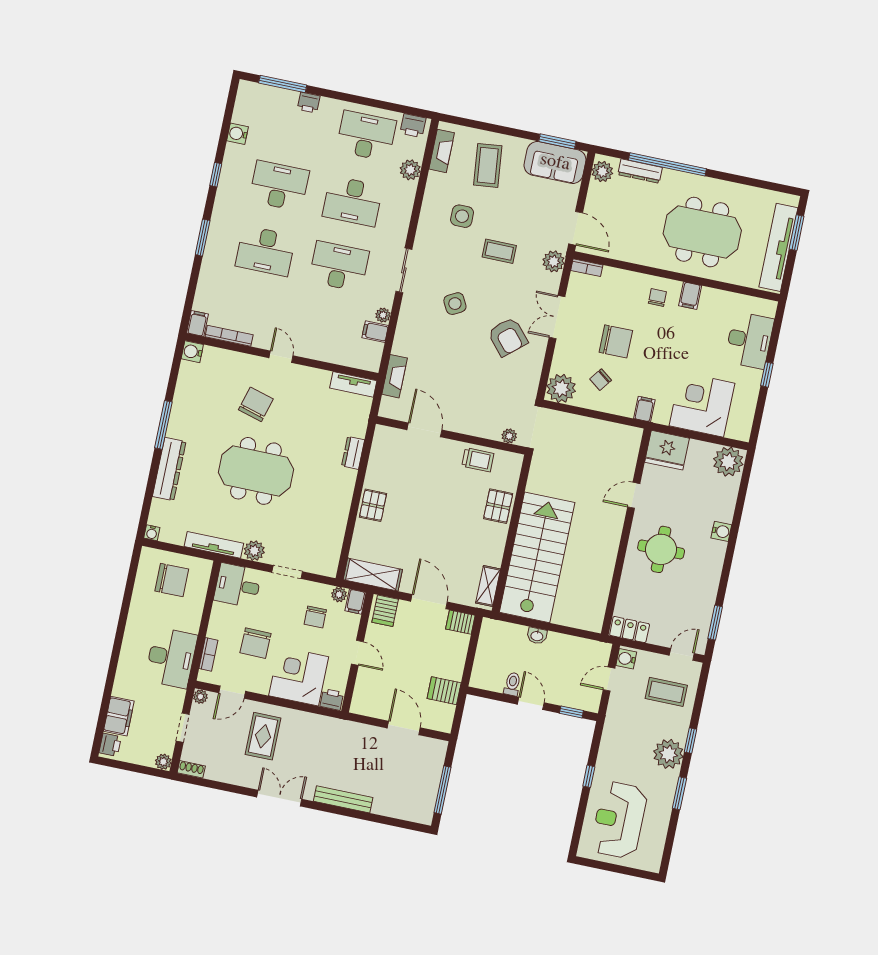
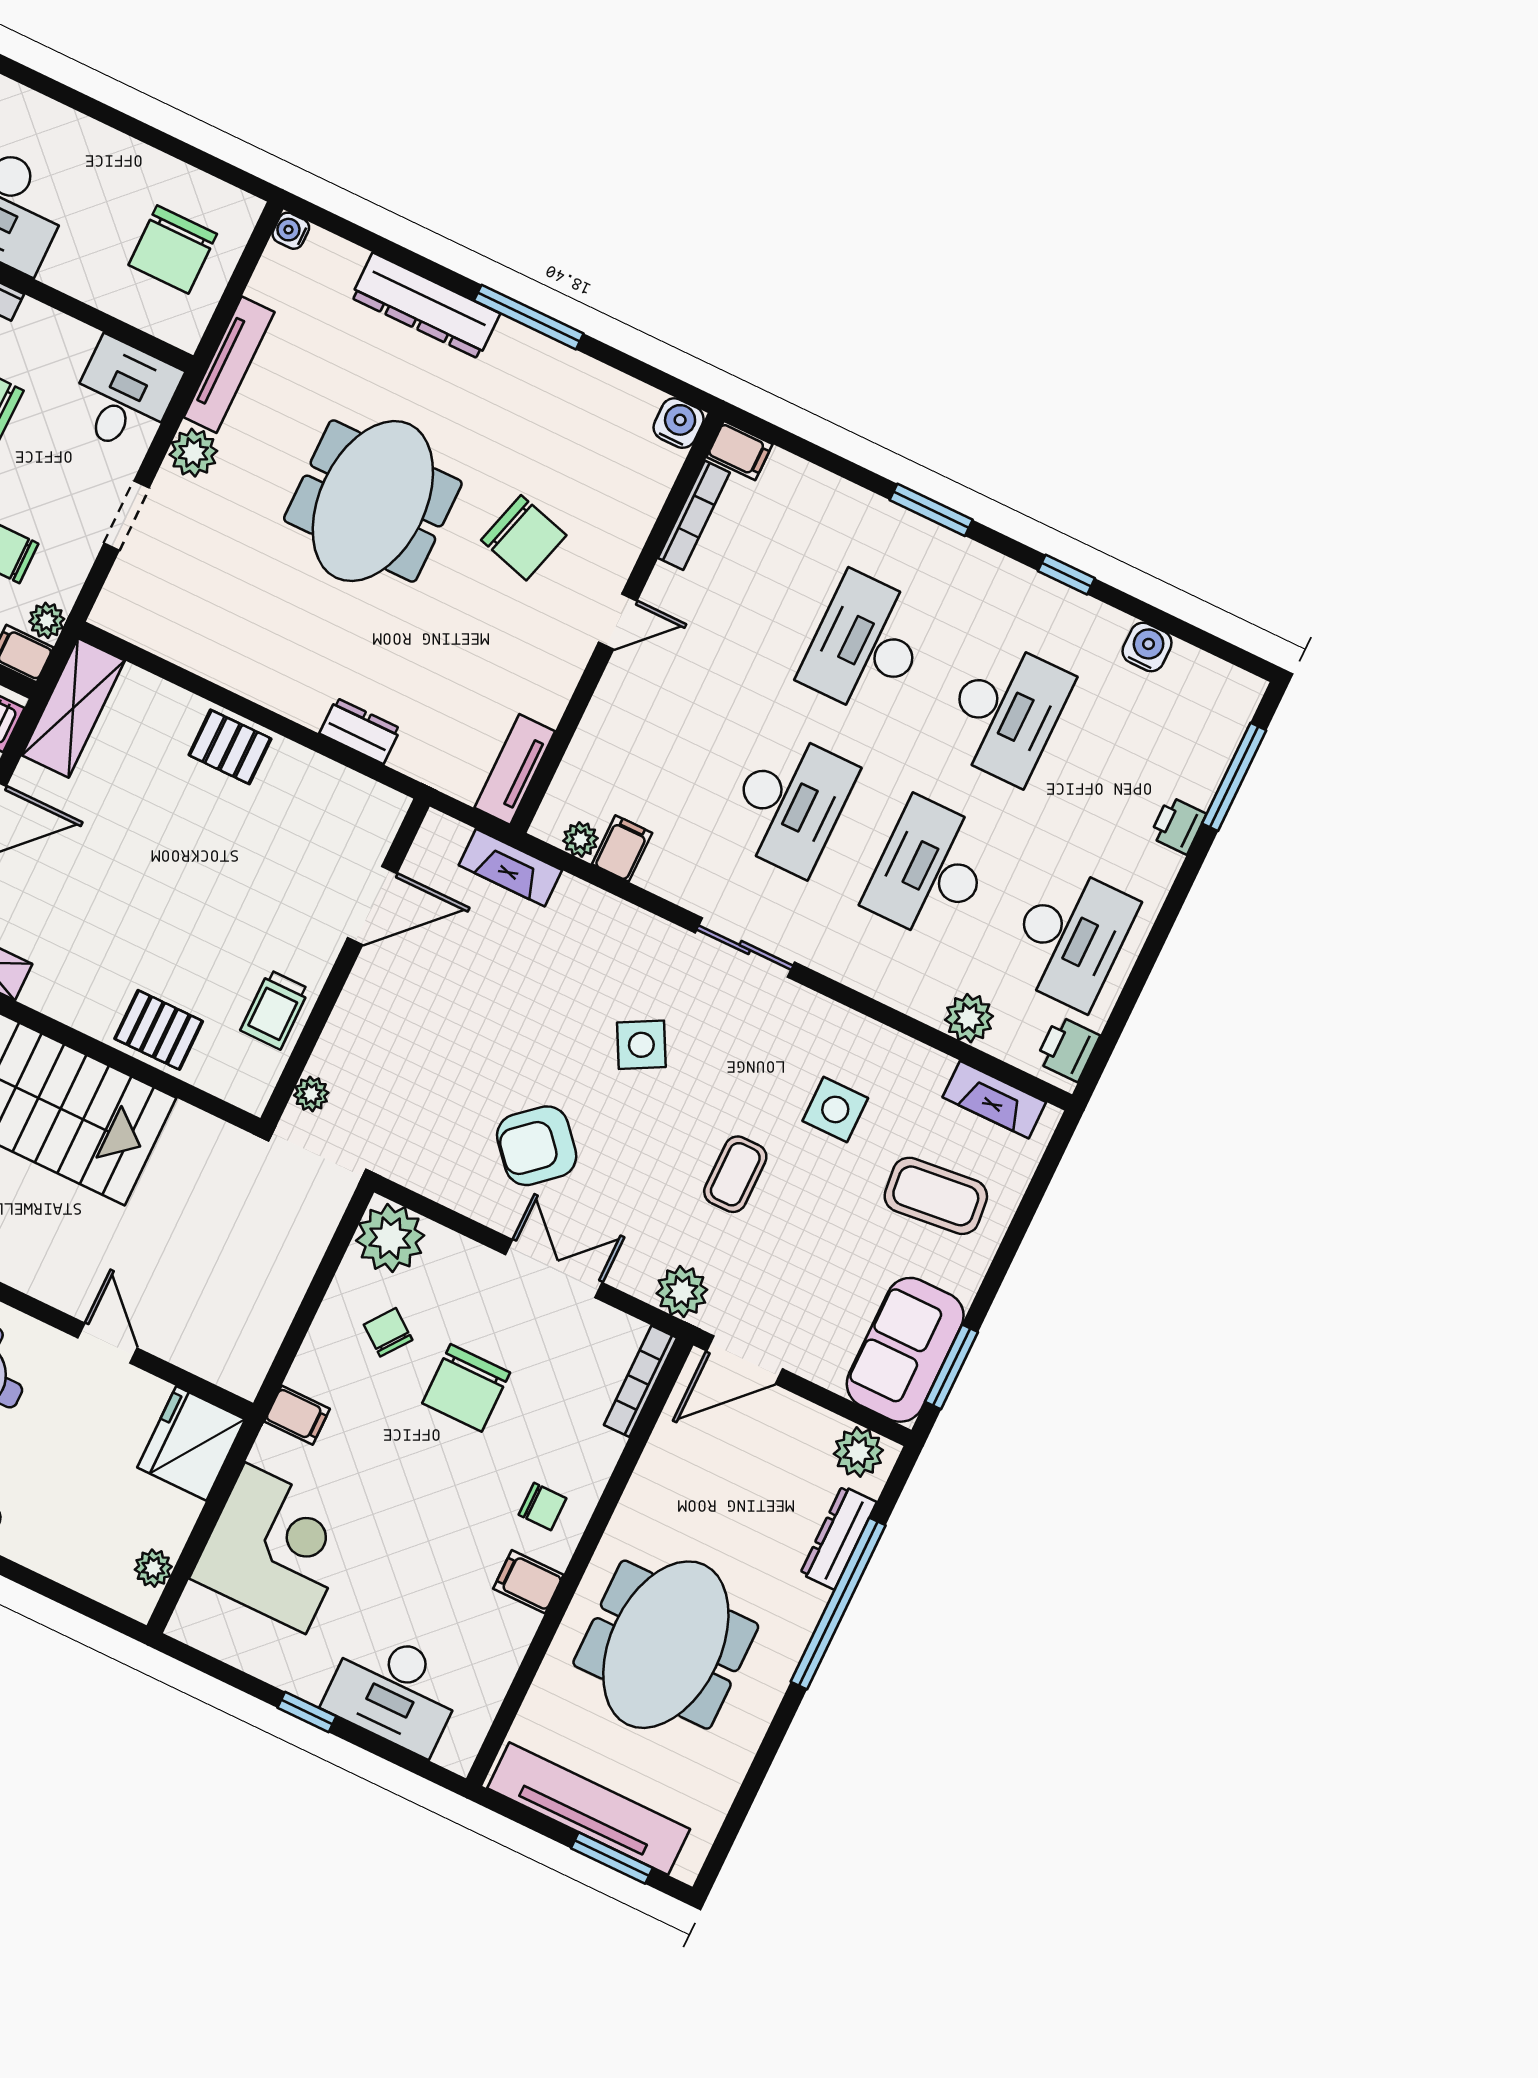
bookcase: (587, 268) -> (641, 1381), width x1.56
plant: (383, 315) -> (580, 839), moved
plant: (728, 462) -> (153, 1568), width x0.53, depth x0.53

